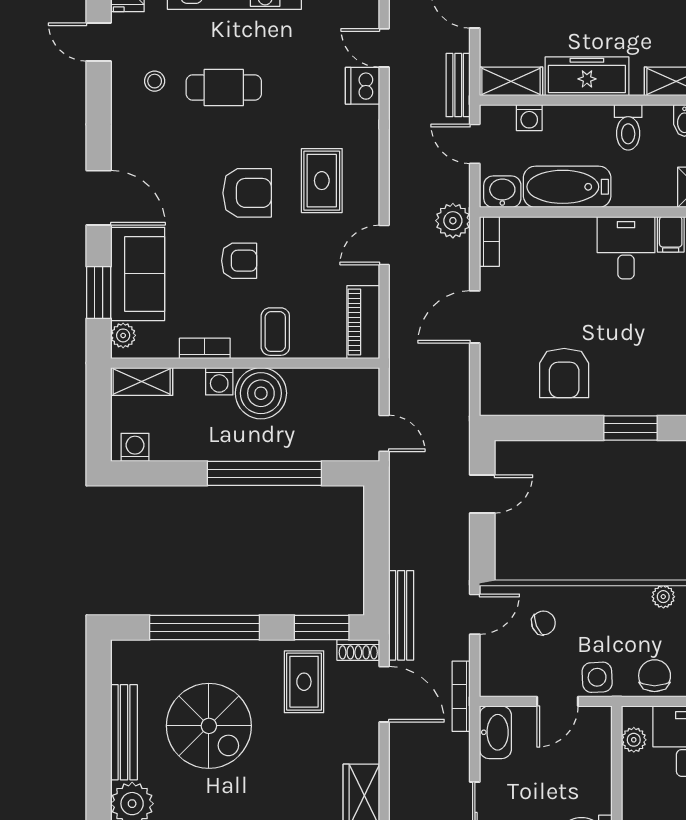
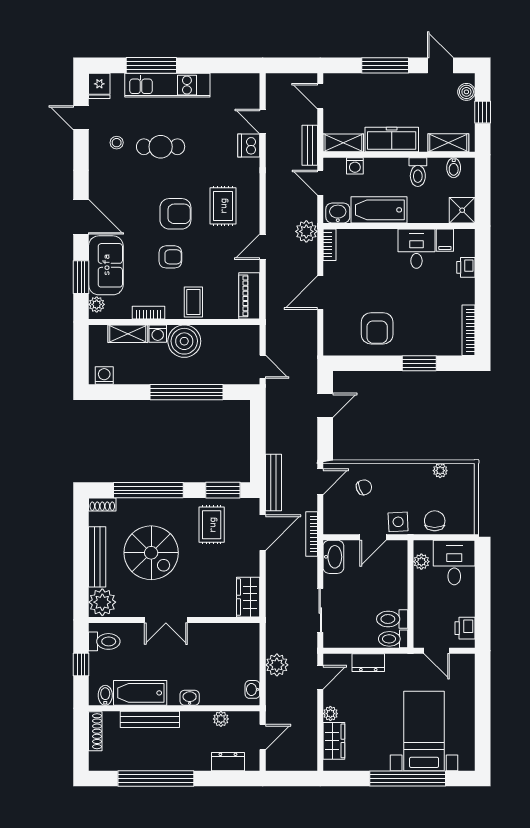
shelving: (142, 382) -> (128, 334), moved
shoe rack: (358, 650) -> (102, 504), moved
door: (384, 694) -> (263, 533), hinge flipped

